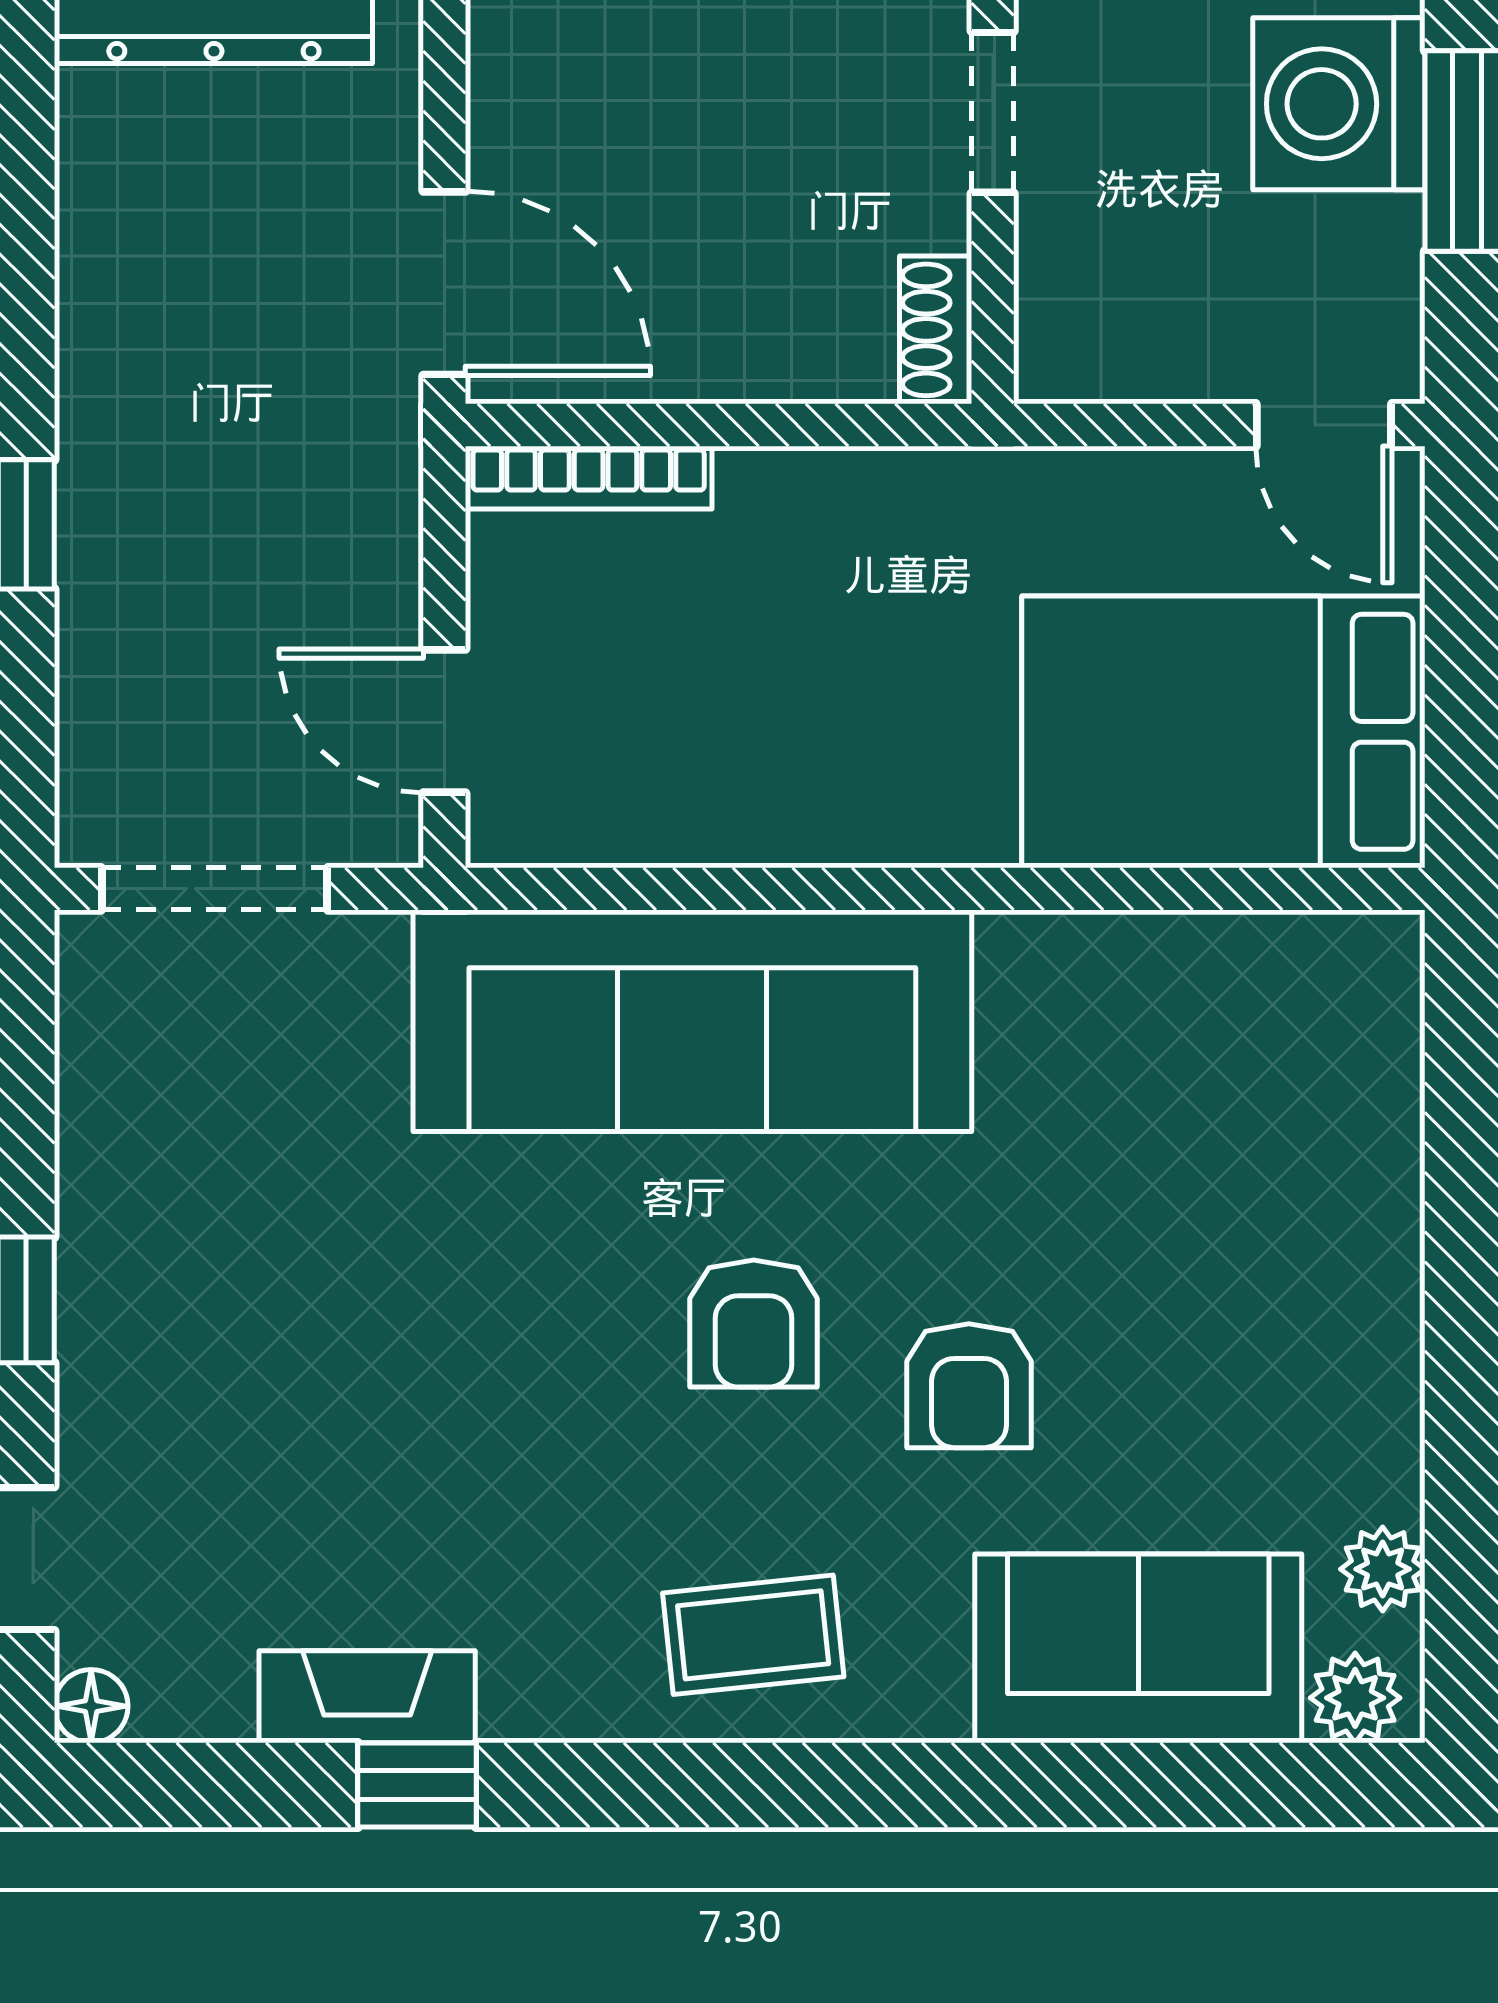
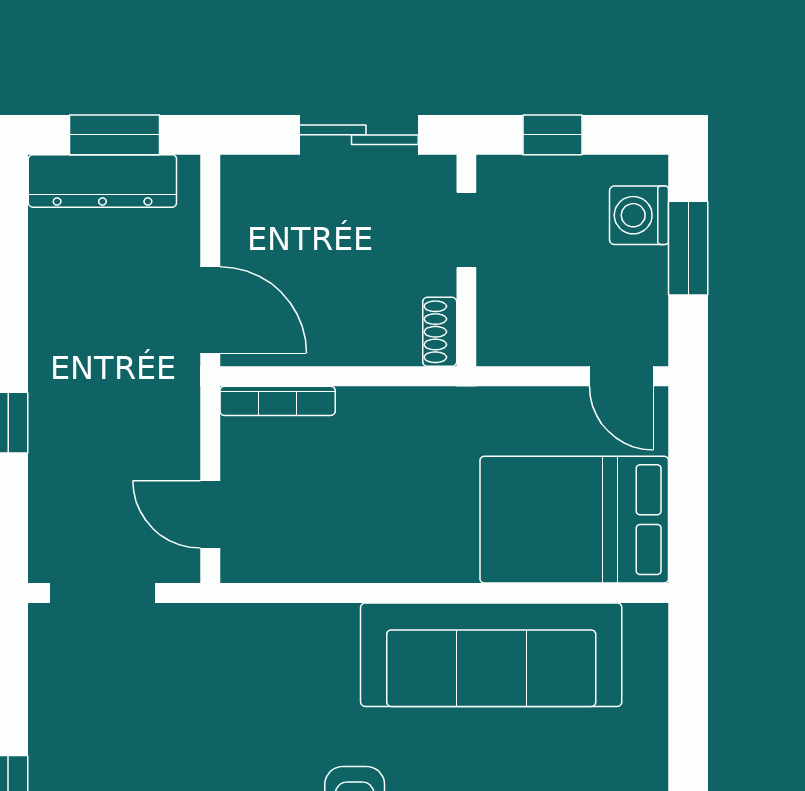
washing machine: (1339, 104) -> (639, 215), width x0.73, depth x0.73
sofa: (692, 1021) -> (491, 655), moved

